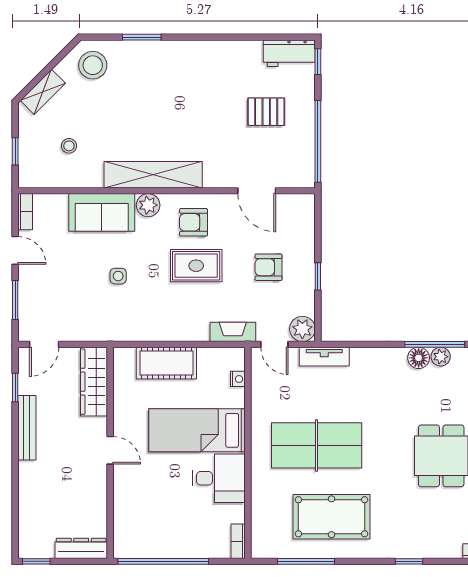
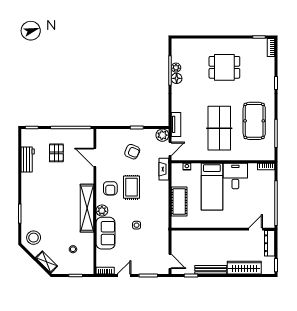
workbench: (289, 53) -> (28, 160), moved
door: (257, 191) -> (95, 157), swing flipped
armchair: (269, 267) -> (132, 152), turned -67
wardrobe: (94, 382) -> (244, 268), moved, turned 180
door: (110, 450) -> (256, 229), moved

